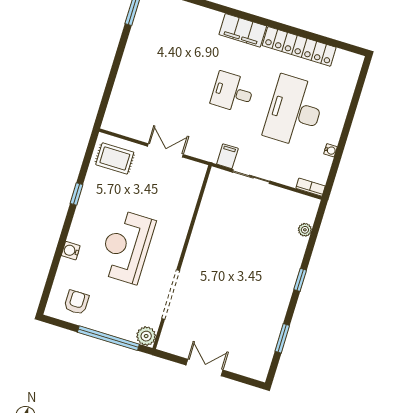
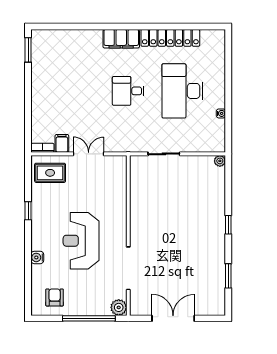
filing cabinet: (227, 156) -> (62, 143), moved
bookcase: (311, 187) -> (42, 148), moved
plant: (305, 230) -> (220, 161), moved
double door: (204, 368) -> (173, 318), width x1.37

